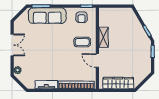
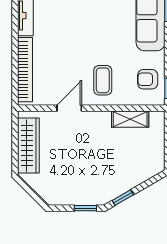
shelving: (104, 37) -> (130, 119), moved

